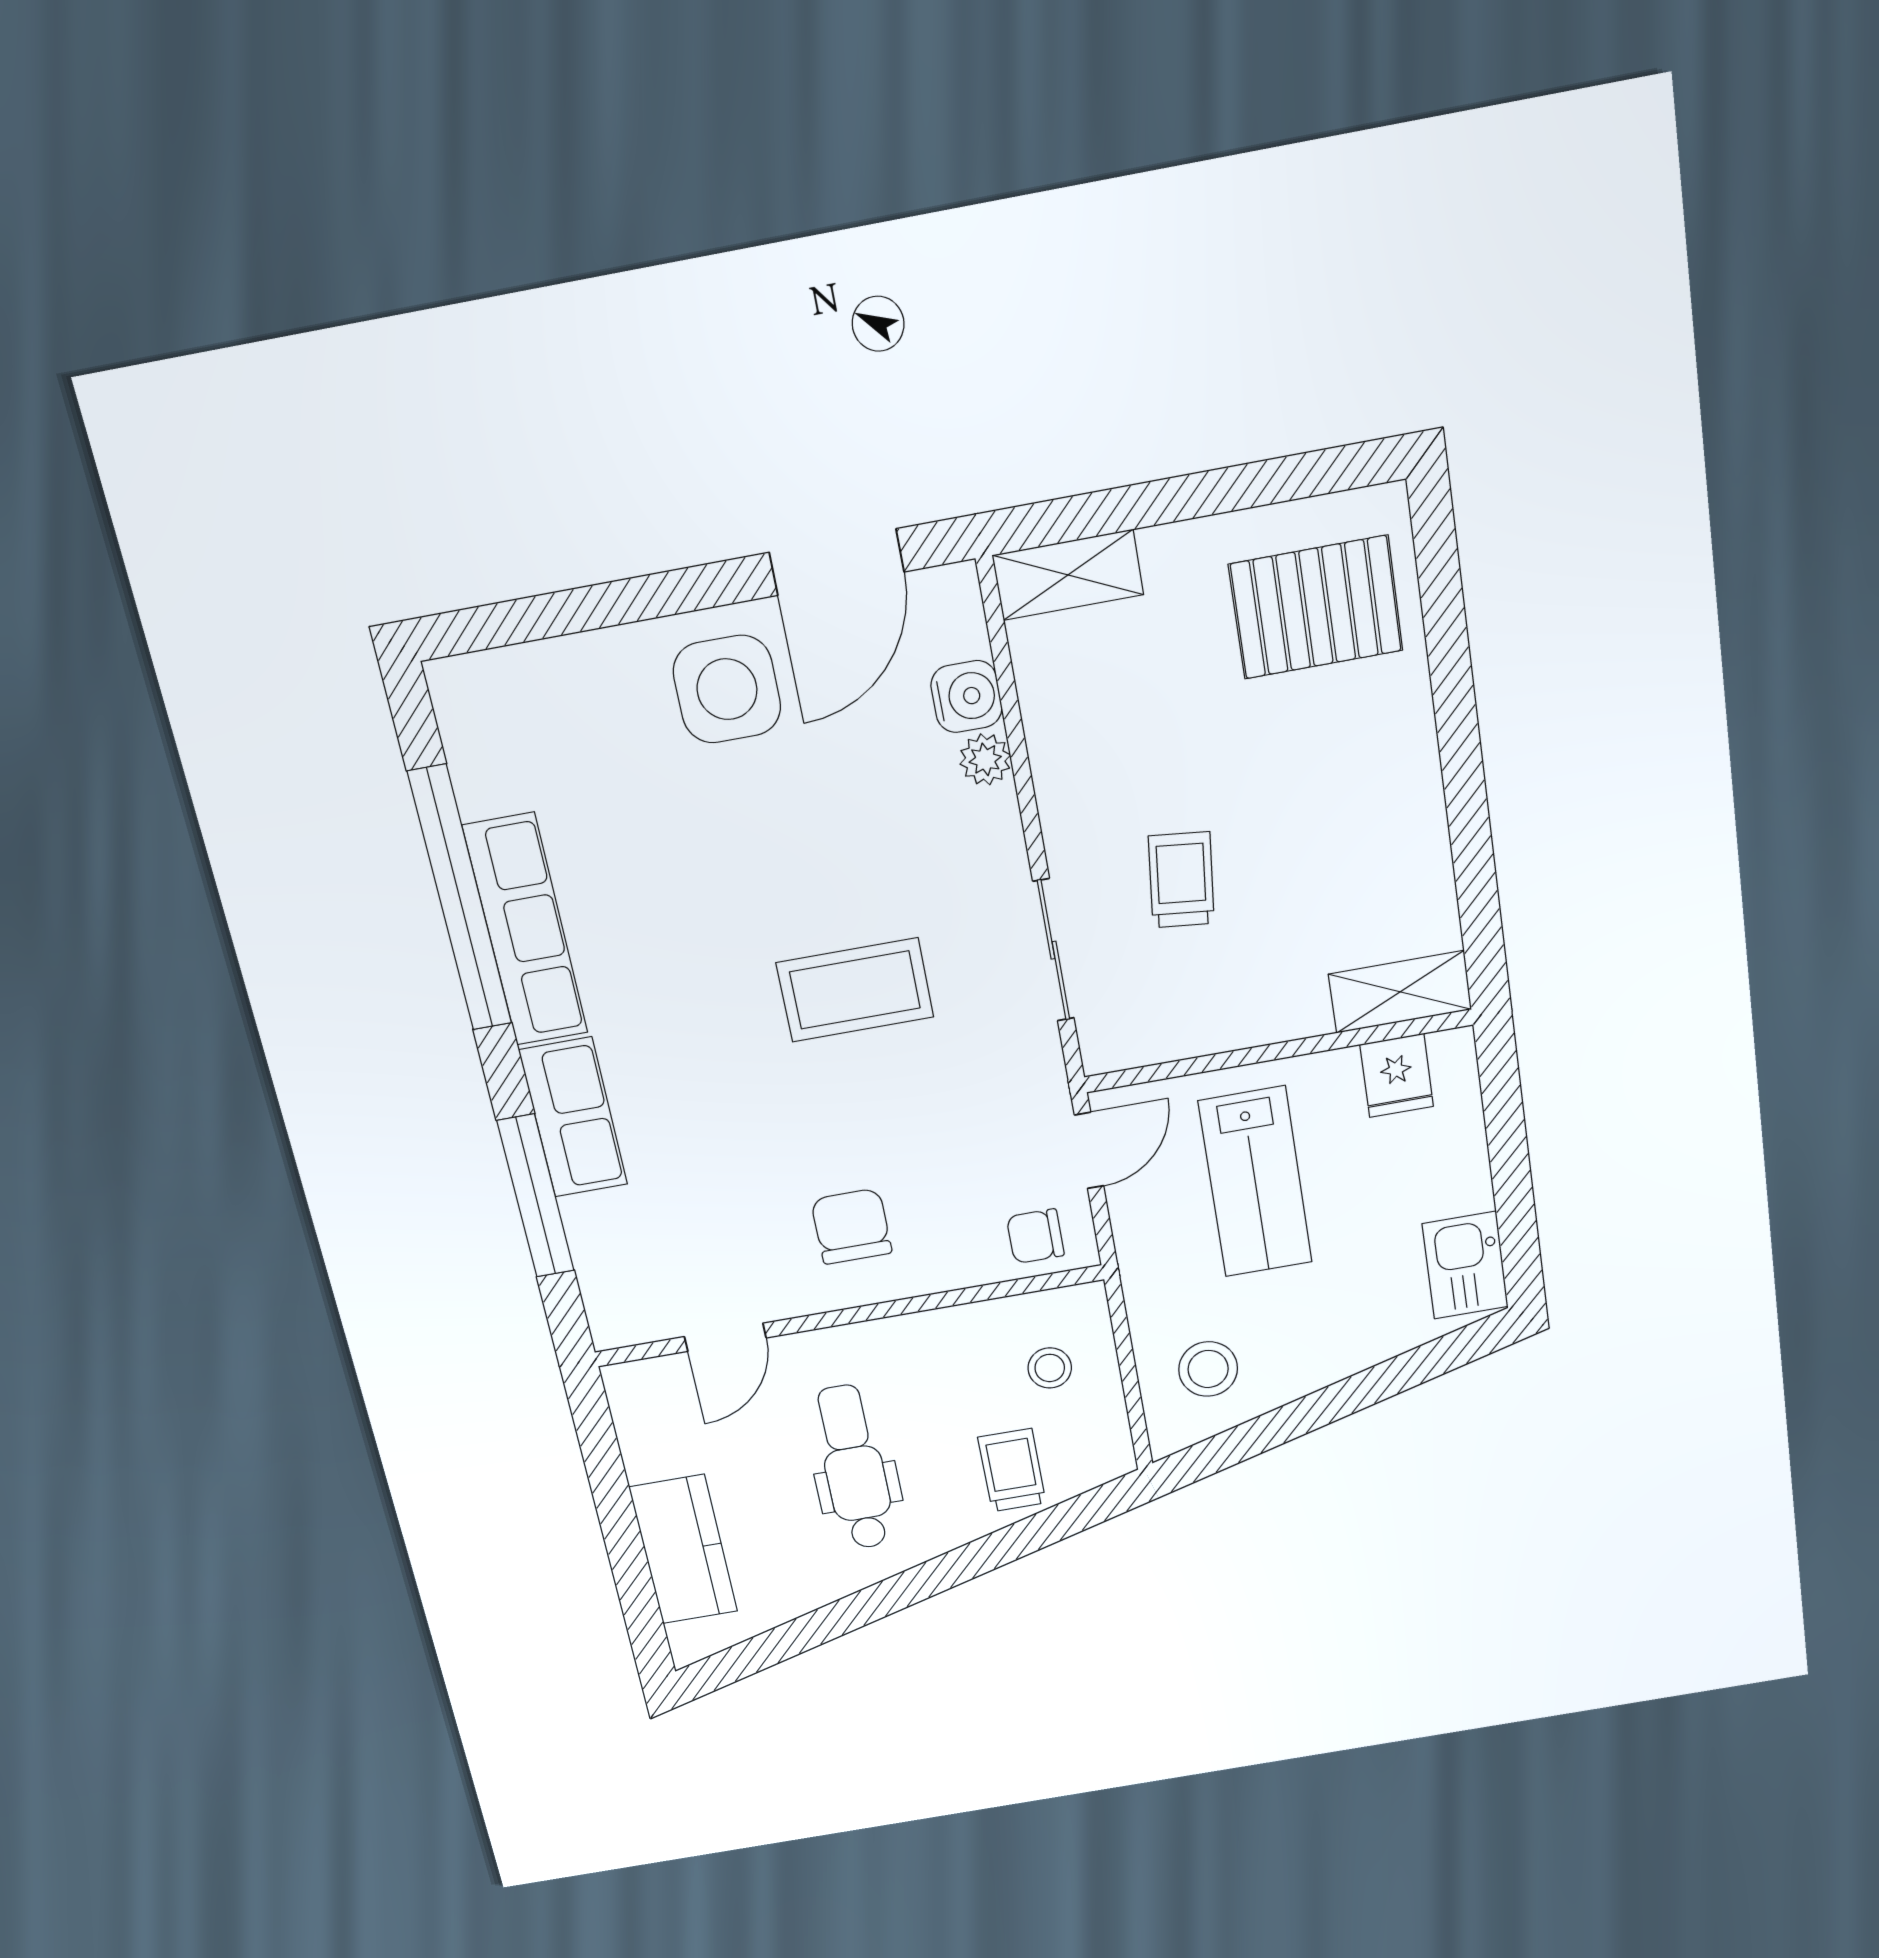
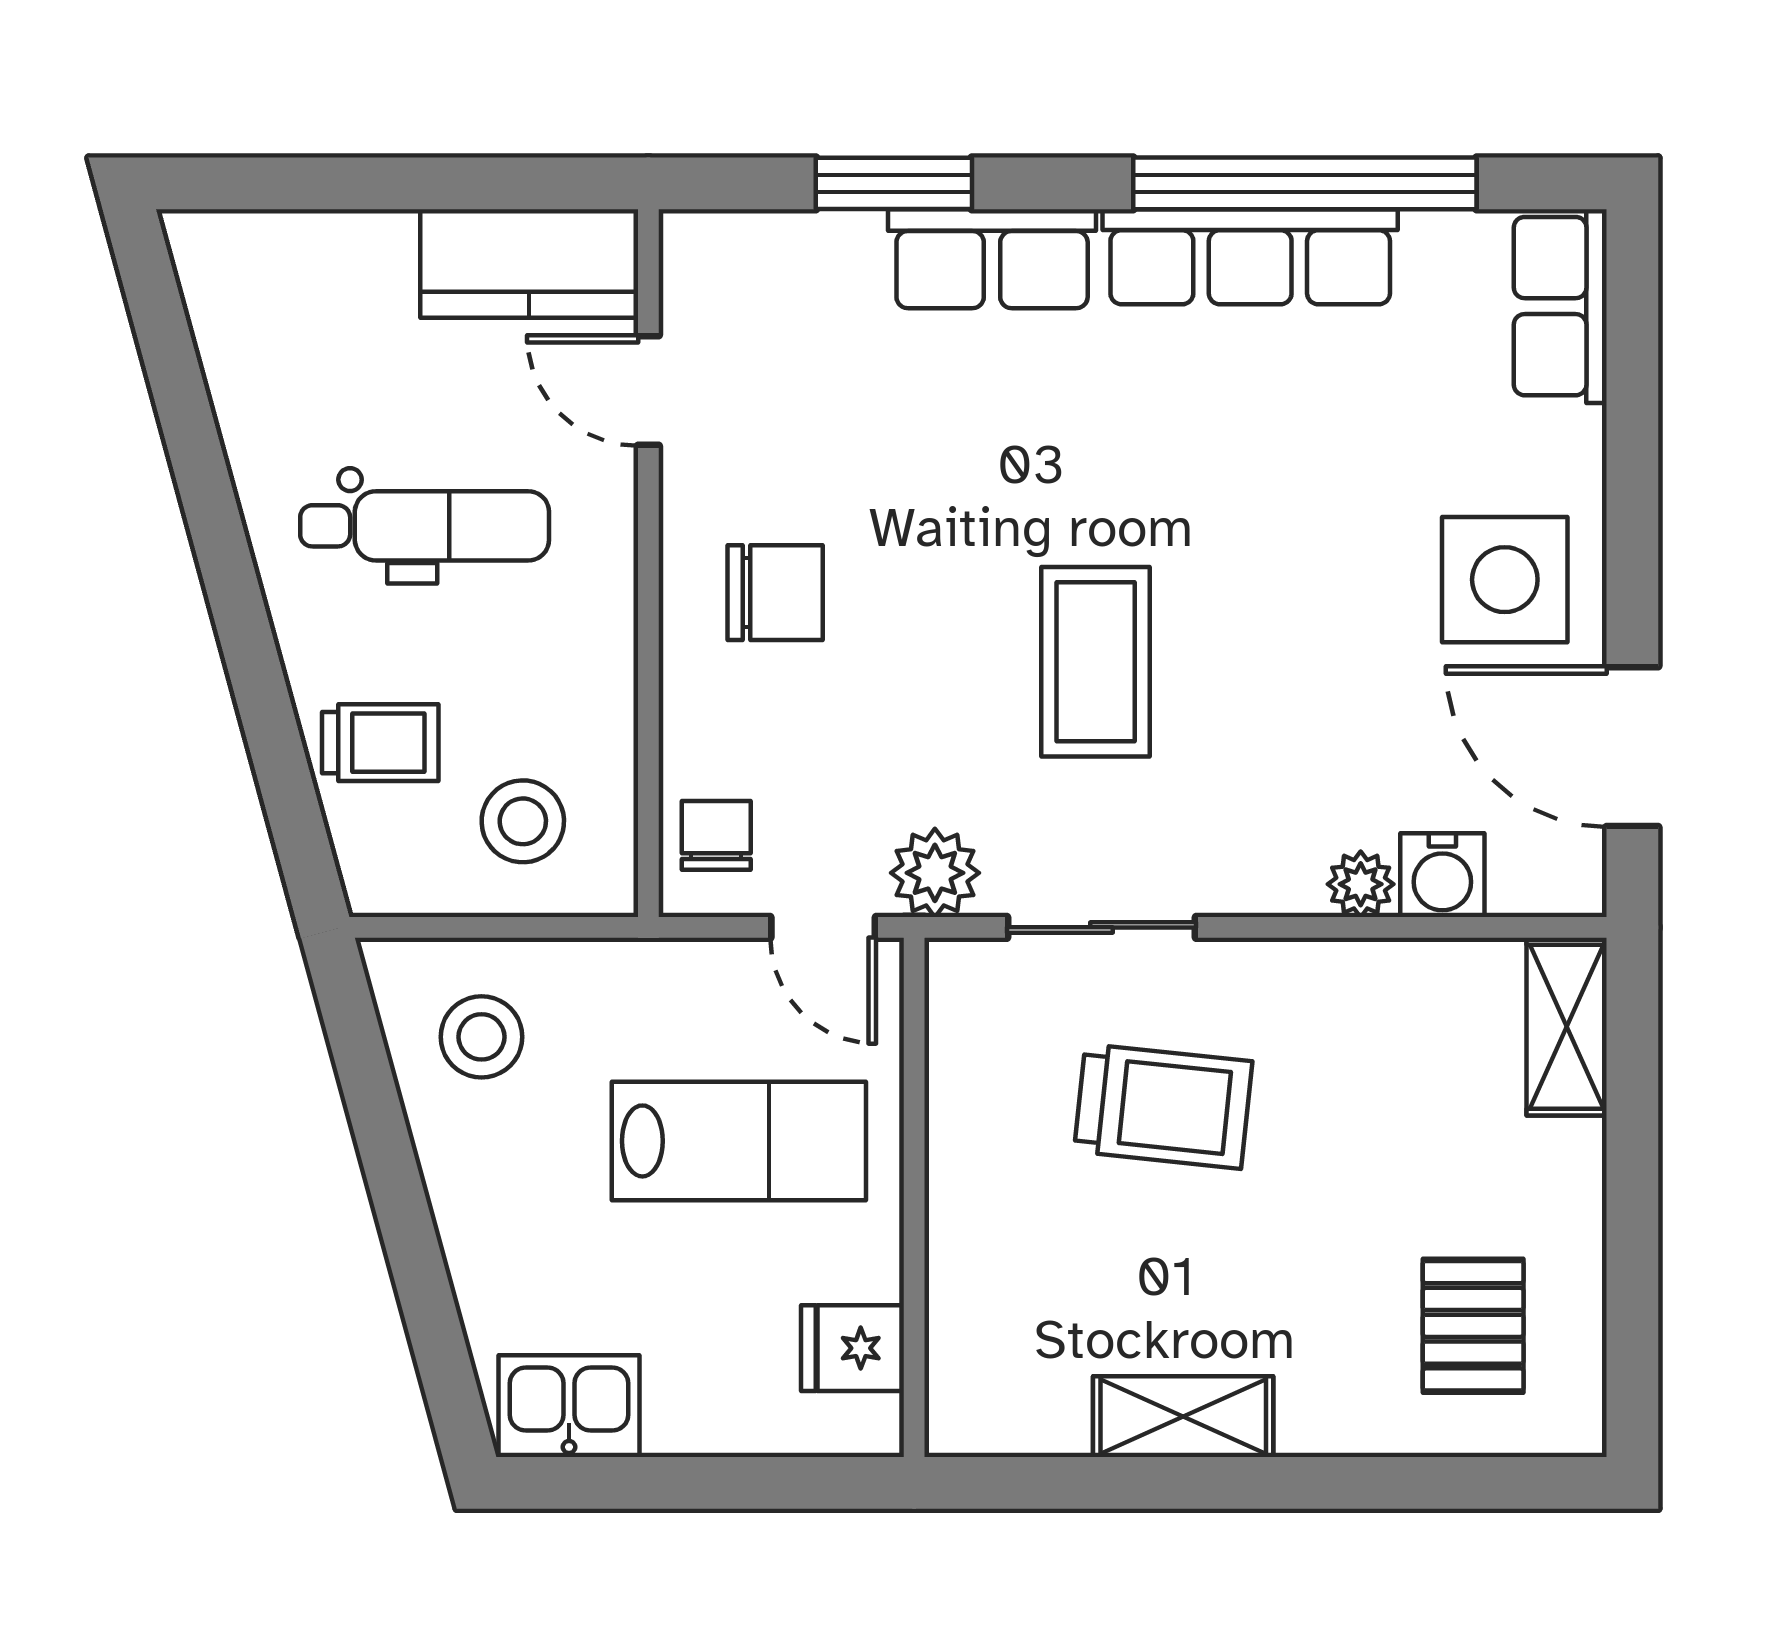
pallet: (1316, 607) -> (1473, 1326), width x0.67, depth x0.71
row of seats: (505, 684) -> (1560, 306), added
trolley: (1181, 880) -> (1163, 1106), width x1.36, depth x1.39
shelving: (1400, 992) -> (1183, 1417), moved, turned 90
plant: (1035, 1078) -> (935, 873), added
lab bench: (1255, 1182) -> (739, 1141), turned 180
window: (536, 1196) -> (894, 183), width x0.69
stool: (1050, 1368) -> (523, 821), width x1.37, depth x1.37
kitchen counter: (683, 1549) -> (529, 263), moved

